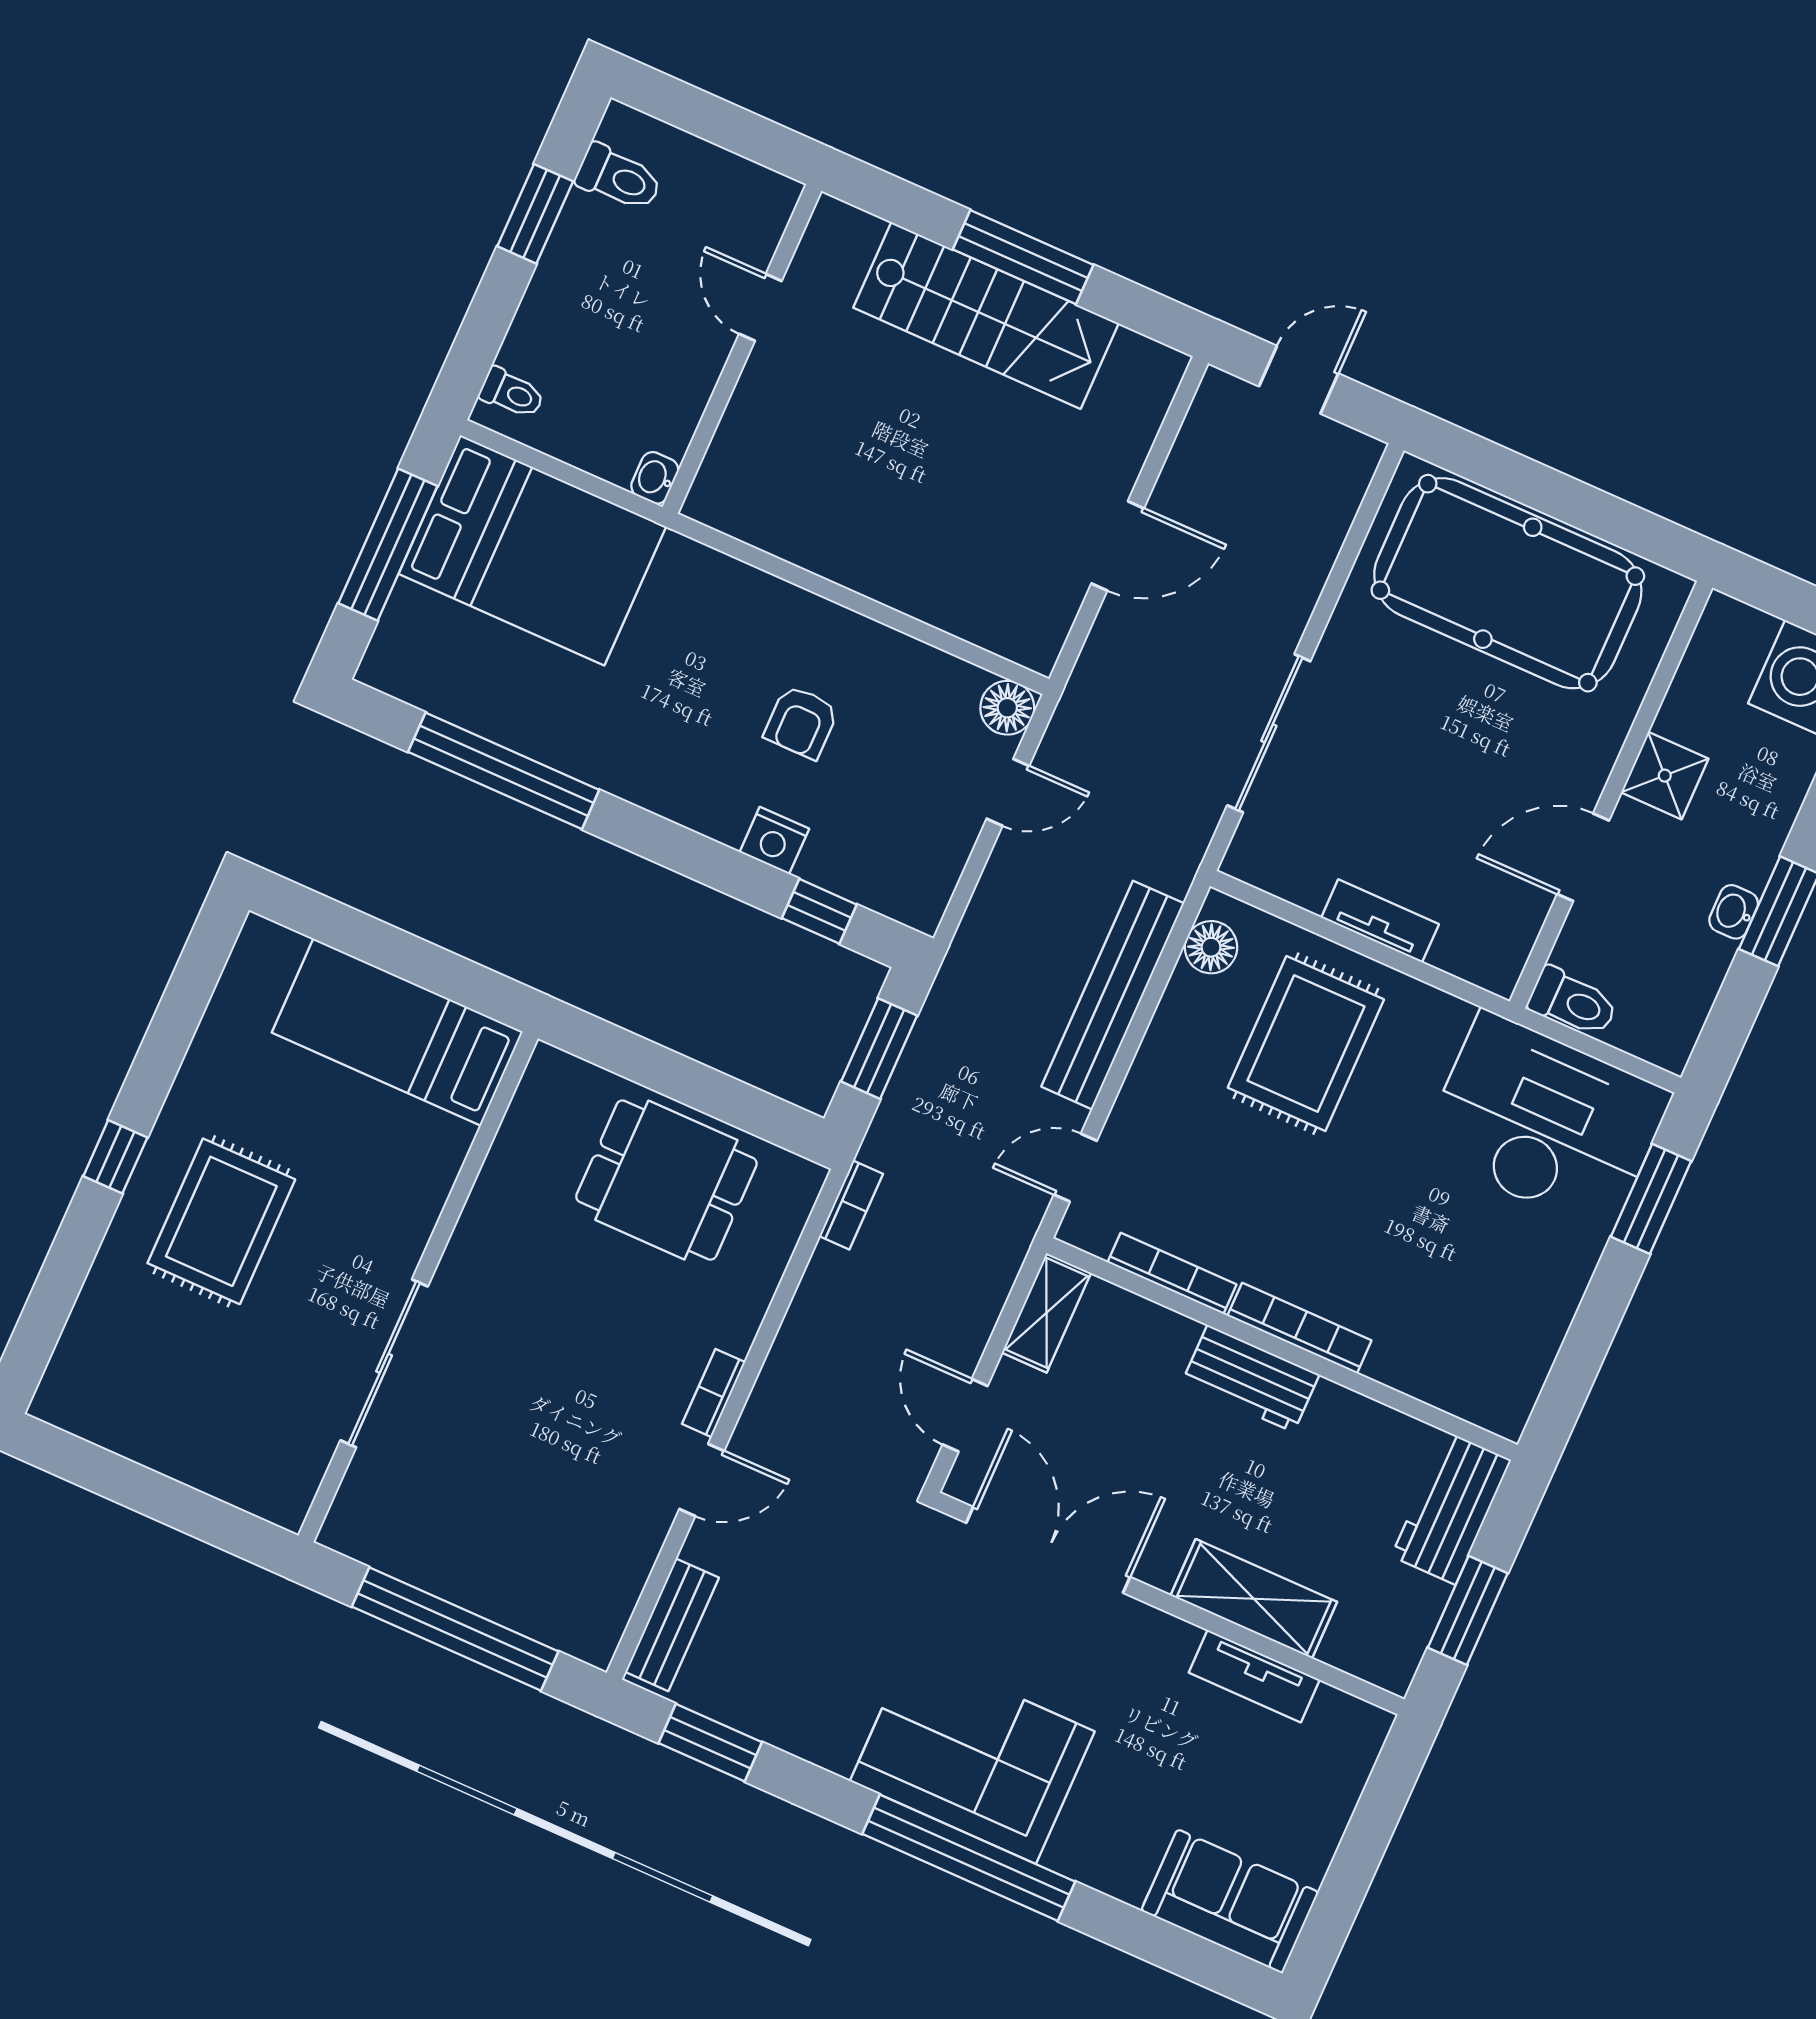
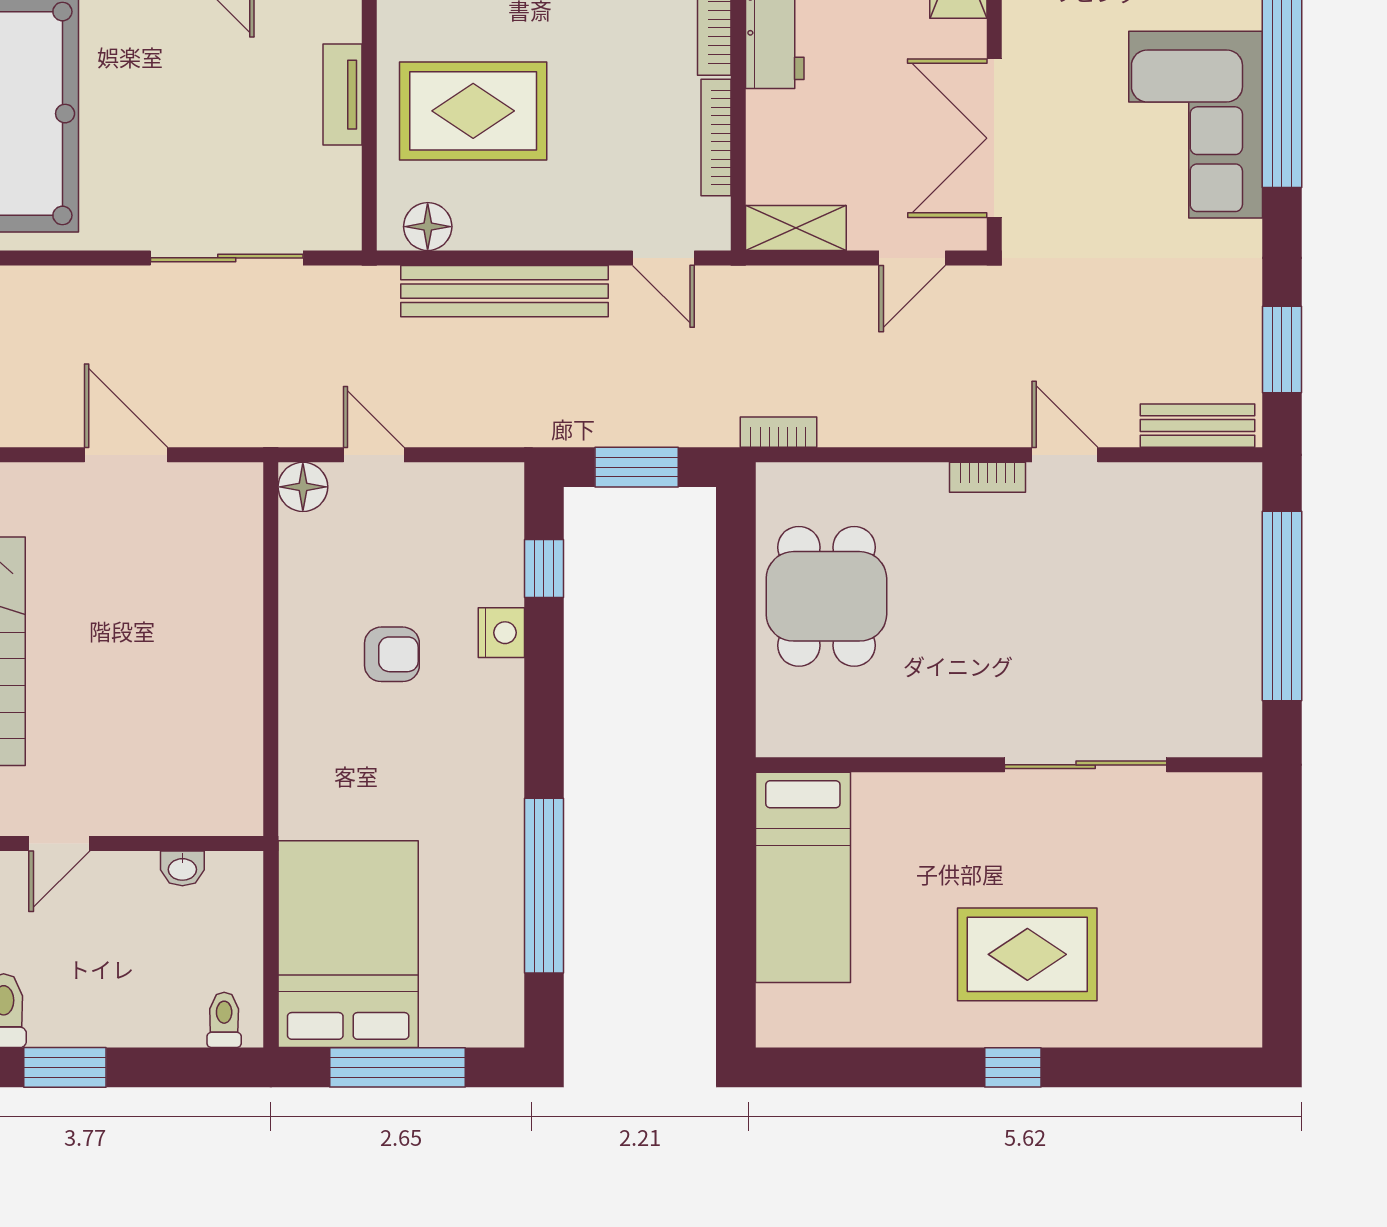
washbasin: (655, 478) -> (182, 868), moved

